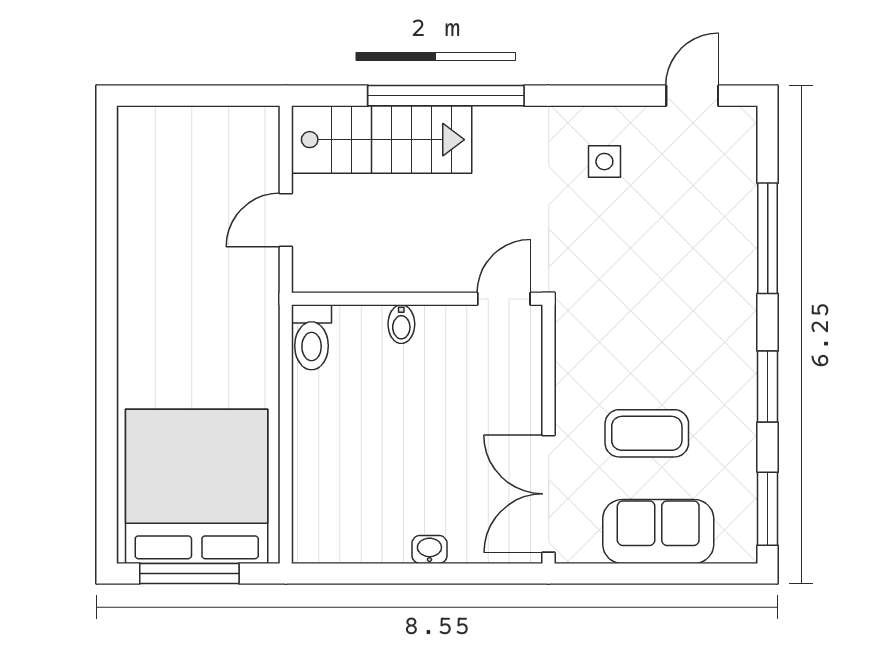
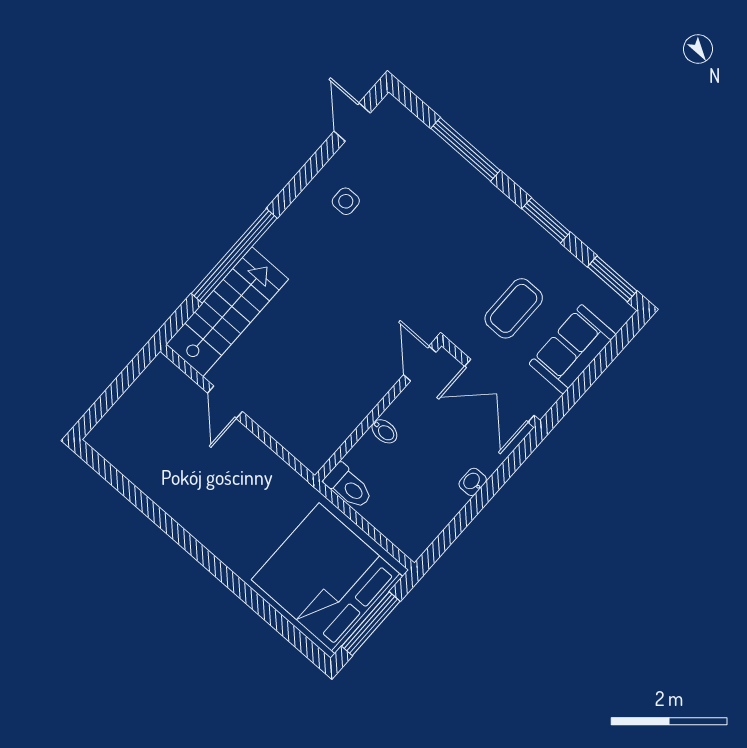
wall: (417, 299) -> (378, 411), moved
door: (504, 299) -> (420, 363), moved
bidet: (401, 324) -> (384, 431), moved
toilet: (312, 337) -> (349, 486), moved

